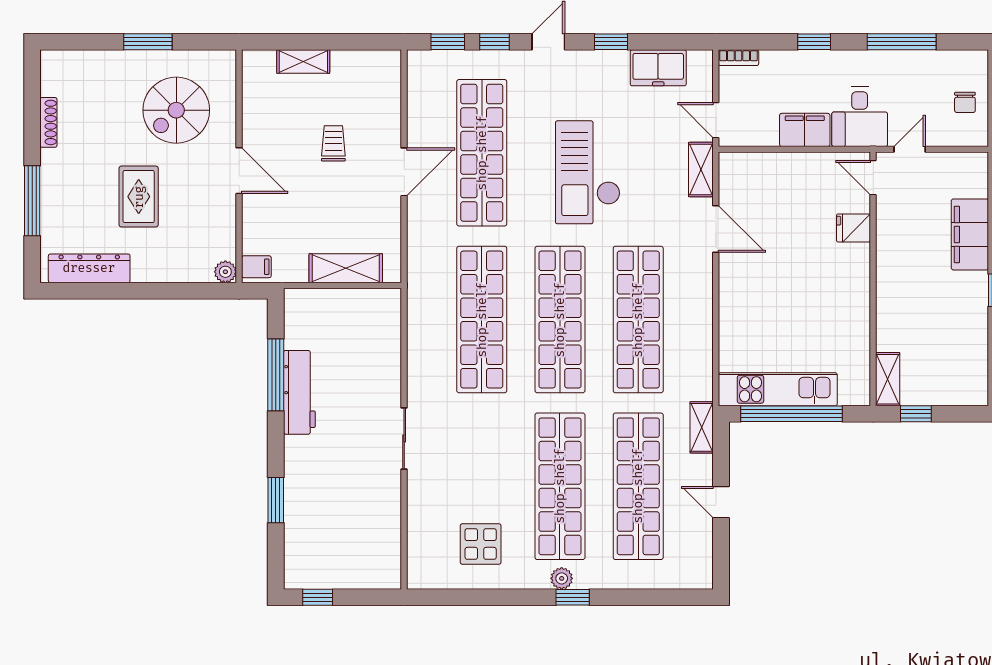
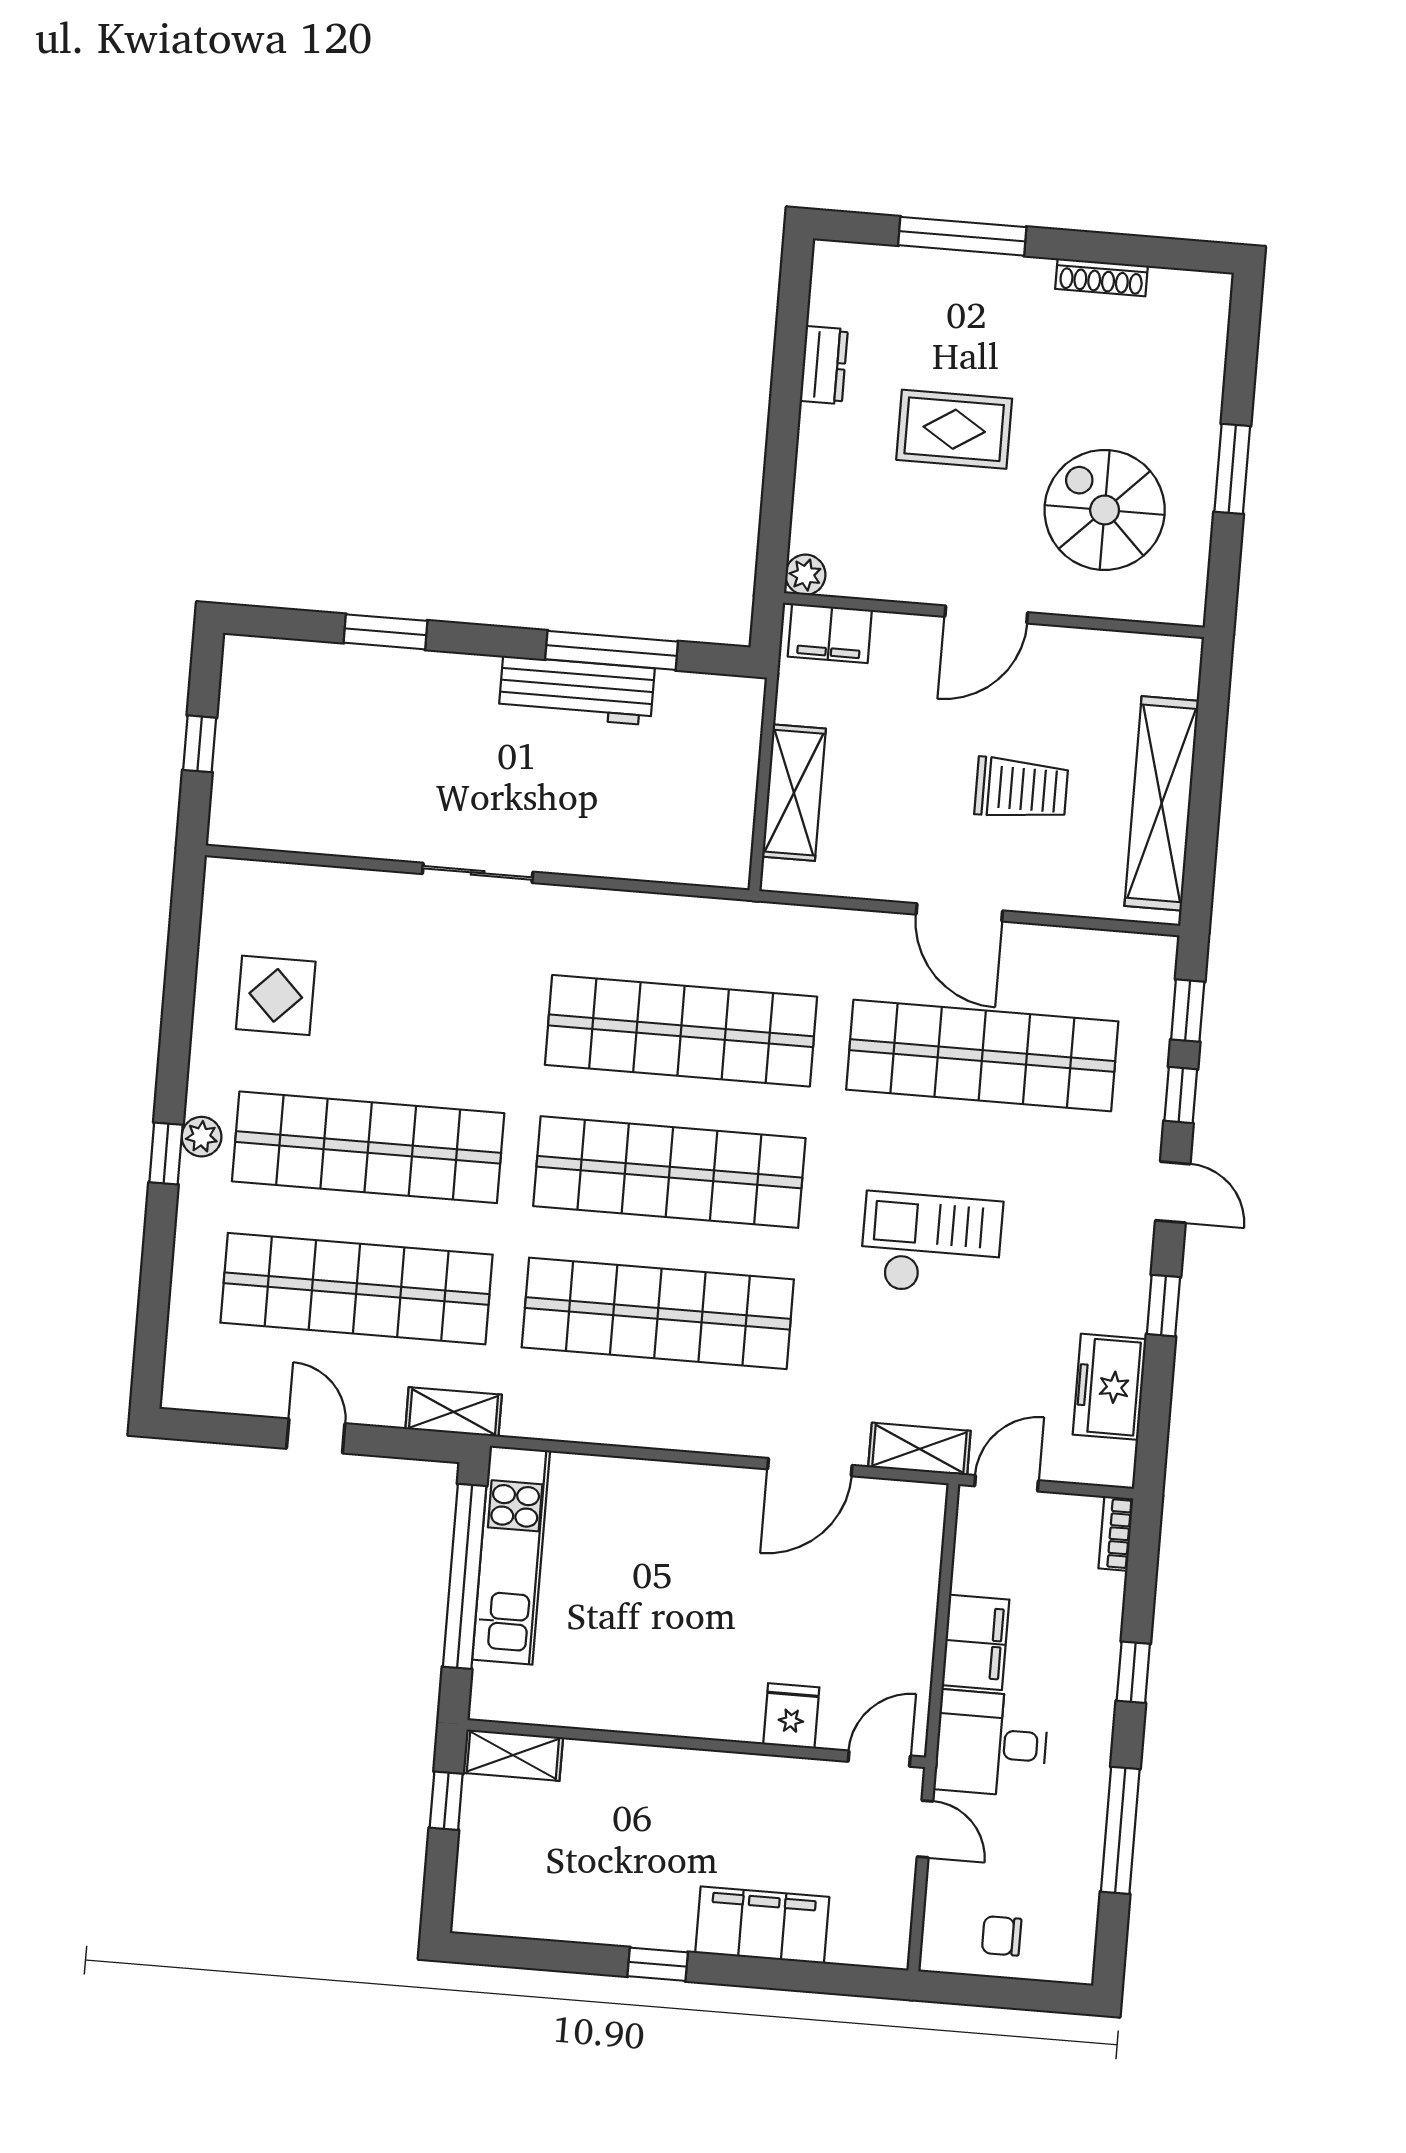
shelving: (303, 62) -> (1162, 803), width x2.20, depth x1.33
trolley: (333, 143) -> (1021, 789), width x1.36, depth x1.39
checkout: (588, 172) -> (931, 1244), width x0.73, depth x0.83
filing cabinet: (256, 267) -> (830, 633), width x2.00
dresser: (89, 268) -> (824, 365), width x0.51, depth x0.80
door: (721, 502) -> (316, 1436), hinge flipped
window: (318, 597) -> (200, 744), moved

